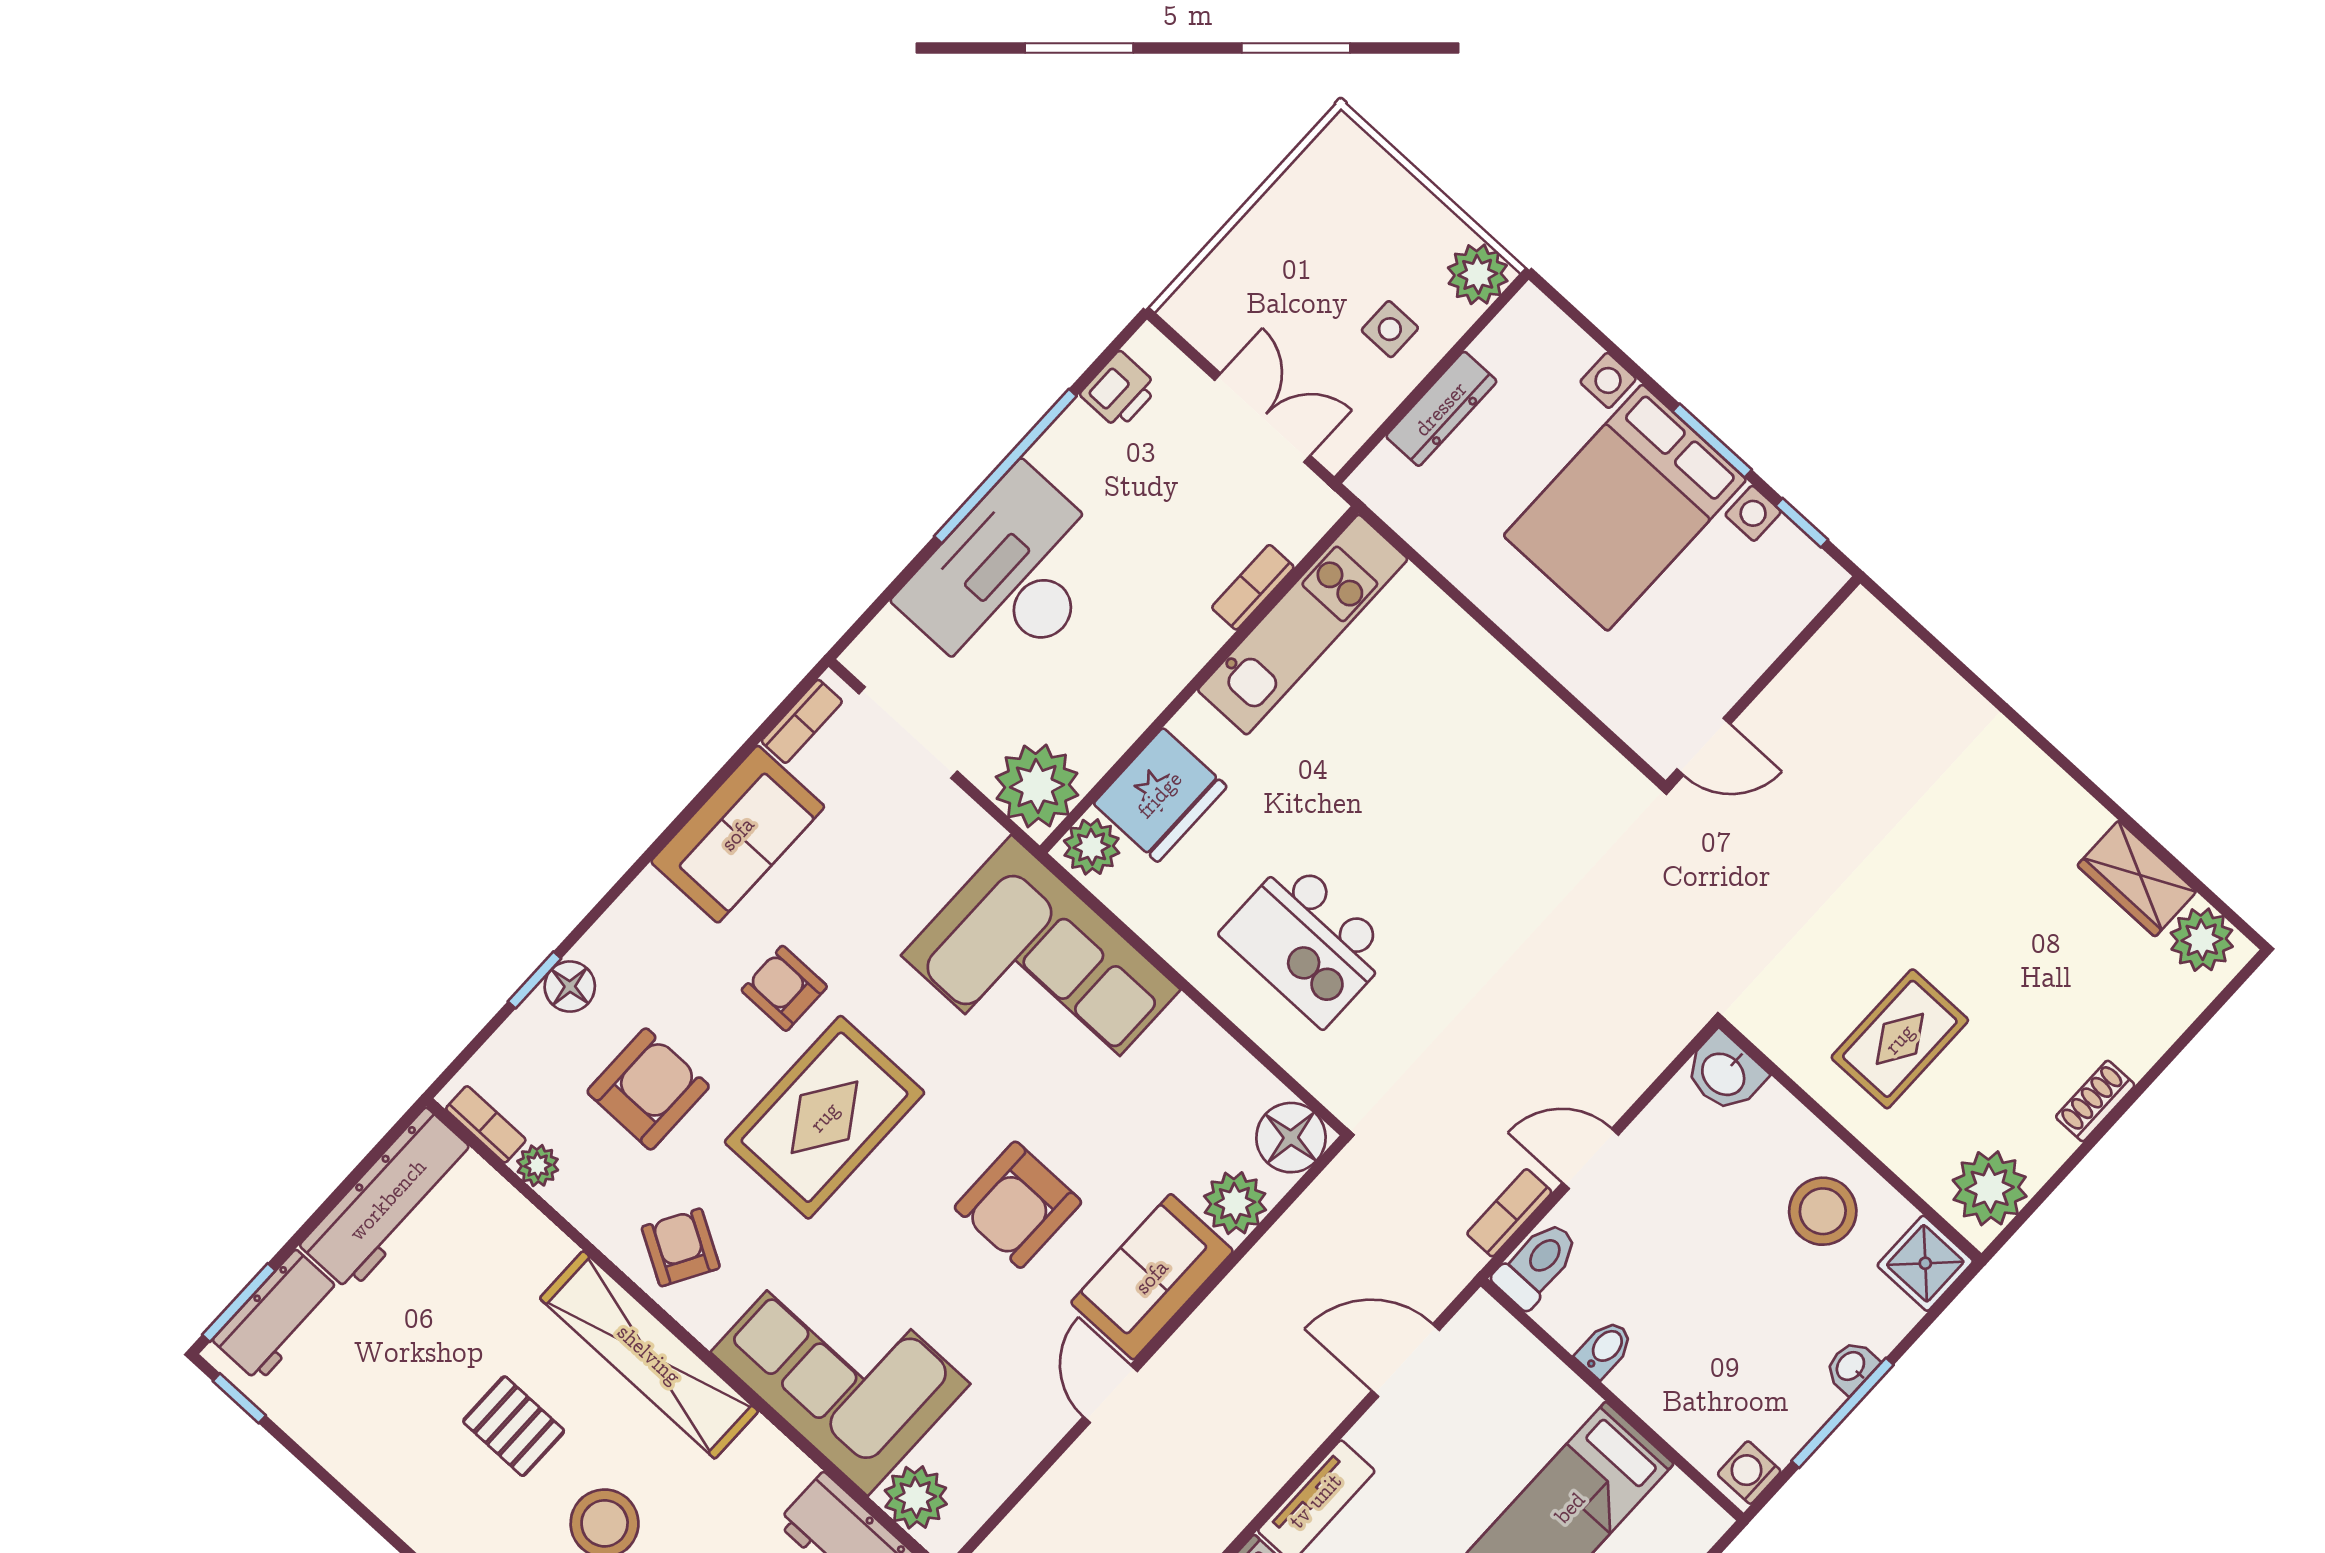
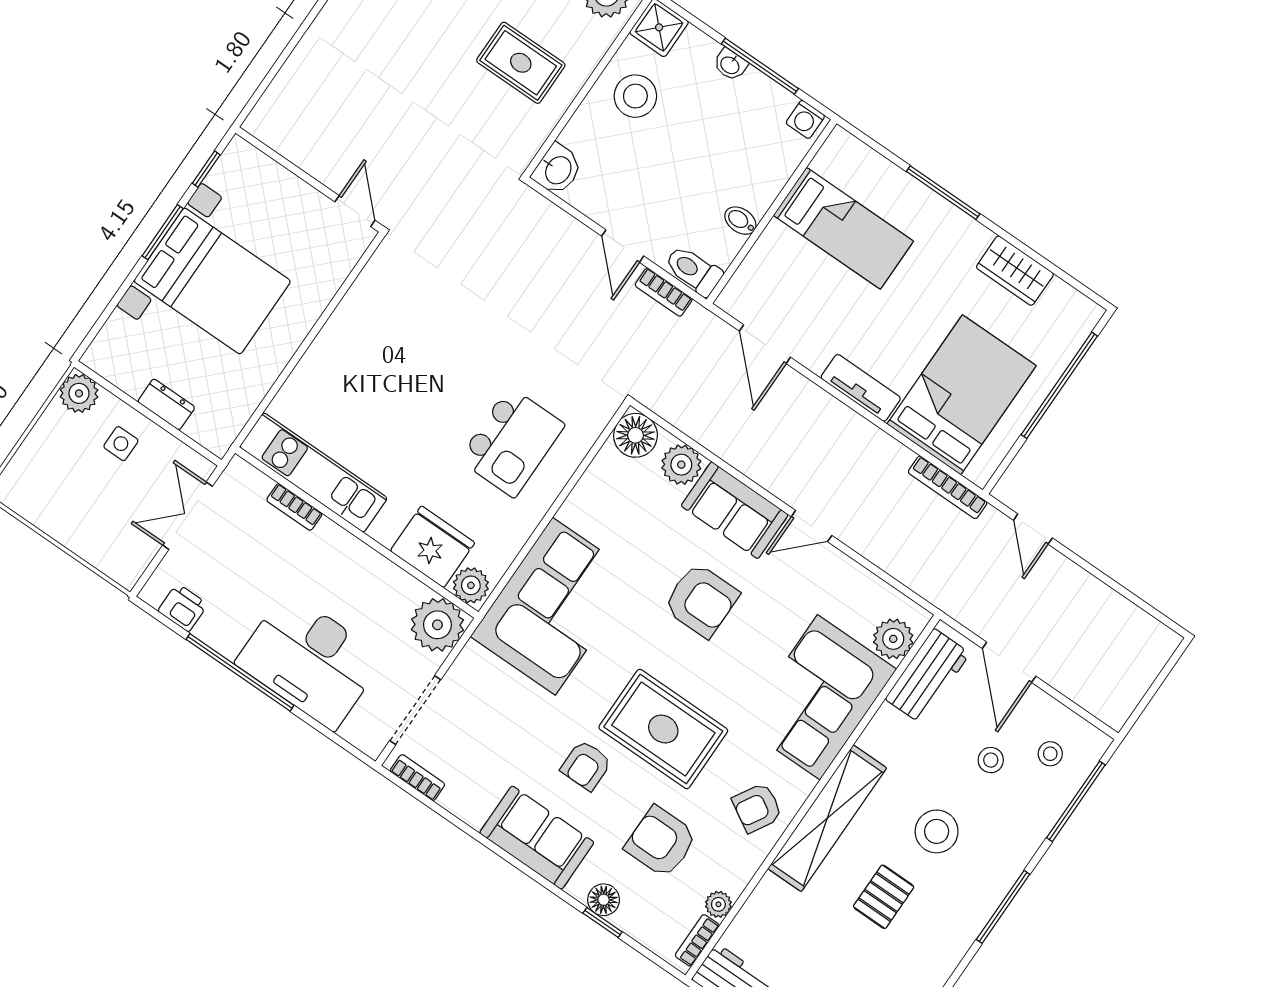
dresser: (1441, 409) -> (166, 404), width x0.70
sofa: (738, 834) -> (537, 838), moved

